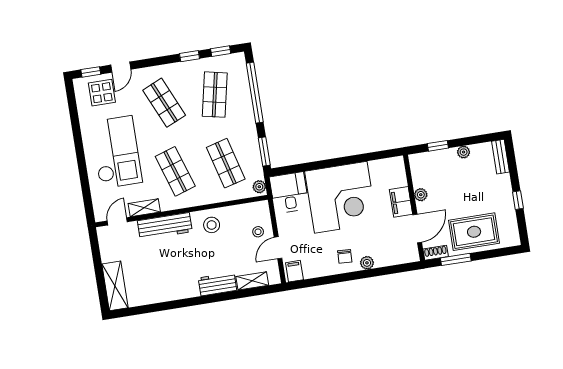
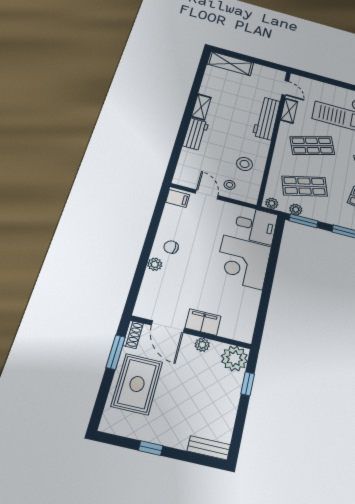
plant: (464, 152) -> (234, 358), moved, width x1.88, depth x1.88
plant: (255, 163) -> (296, 210), added
corner desk: (341, 197) -> (243, 262), width x0.74, depth x0.74
stool: (212, 225) -> (245, 164), moved
shelving: (252, 281) -> (201, 107), moved

